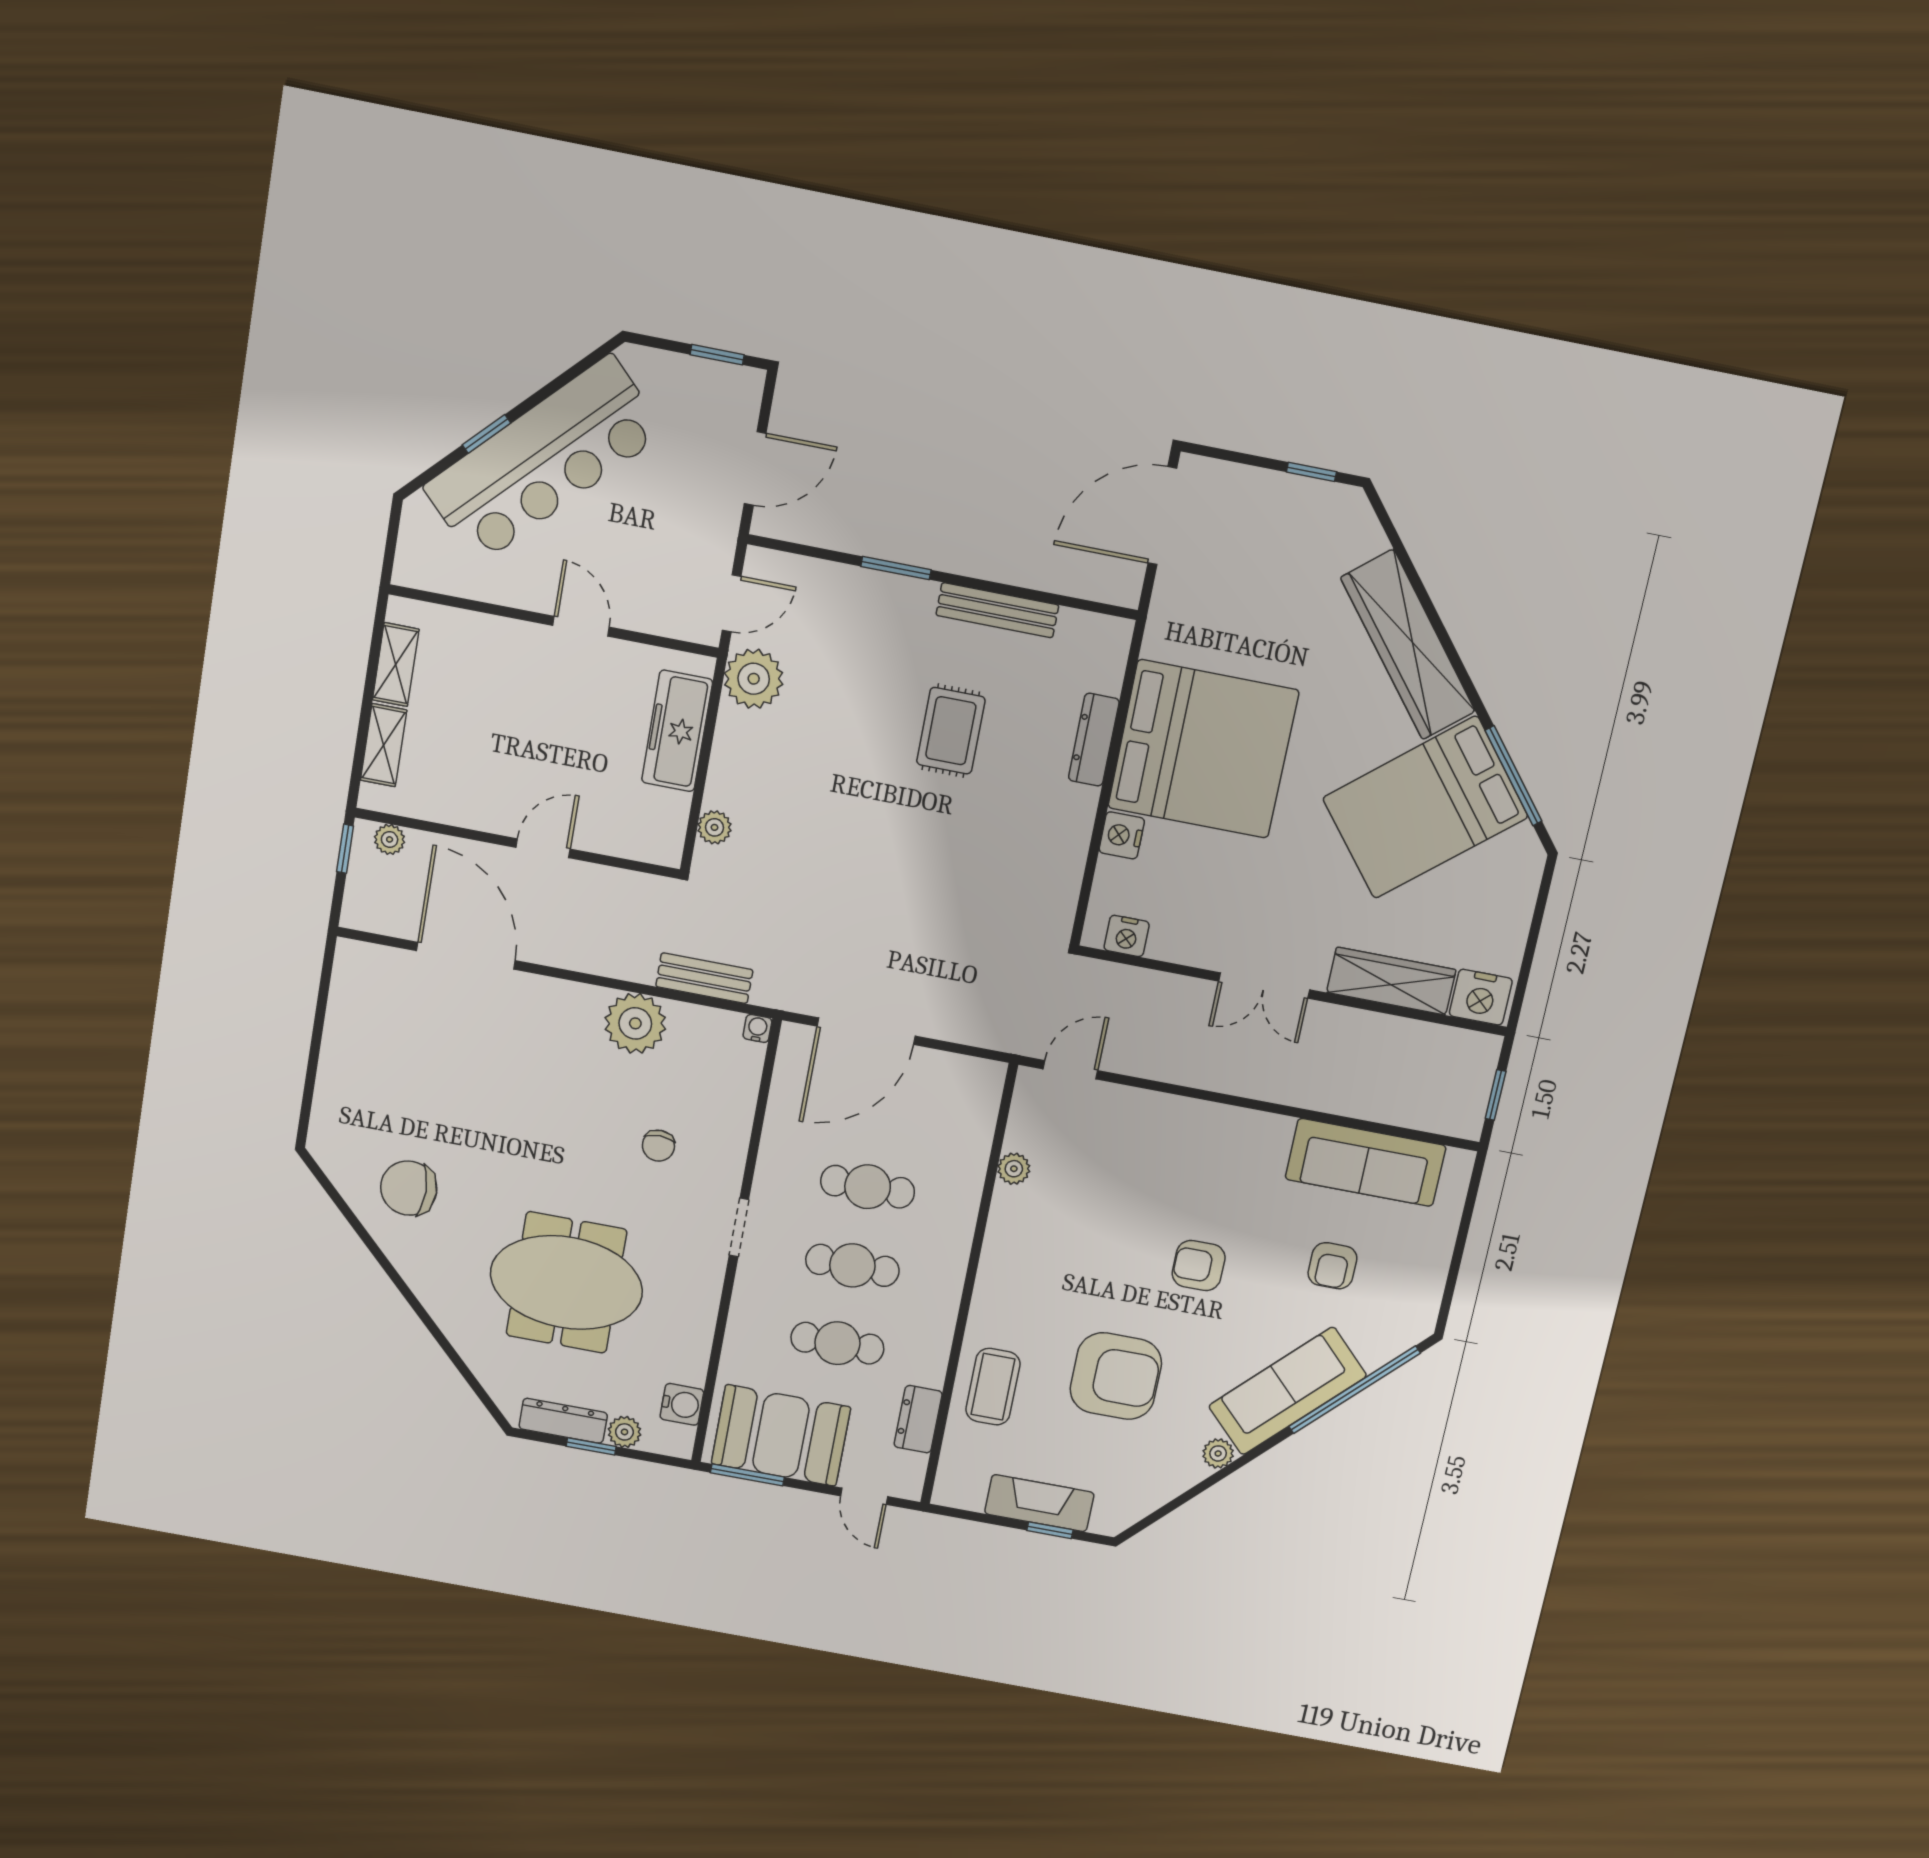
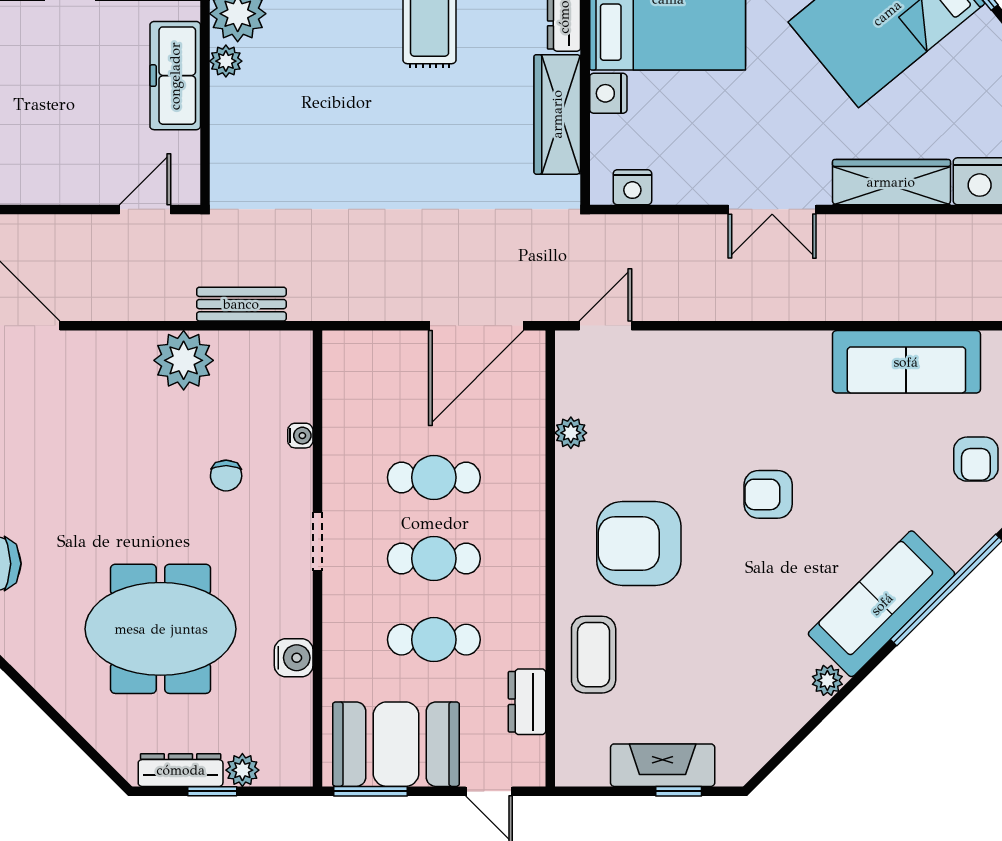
plant: (714, 827) -> (226, 61), moved
wardrobe: (1065, 847) -> (557, 114), added
door: (543, 848) -> (145, 209), moved
water cooler: (757, 1028) -> (300, 436), moved, turned 90
door: (866, 1031) -> (476, 326), moved
armchair: (1332, 1266) -> (976, 459), moved
armchair: (1116, 1376) -> (639, 544), moved, turned 180
water cooler: (682, 1404) -> (294, 658), moved

